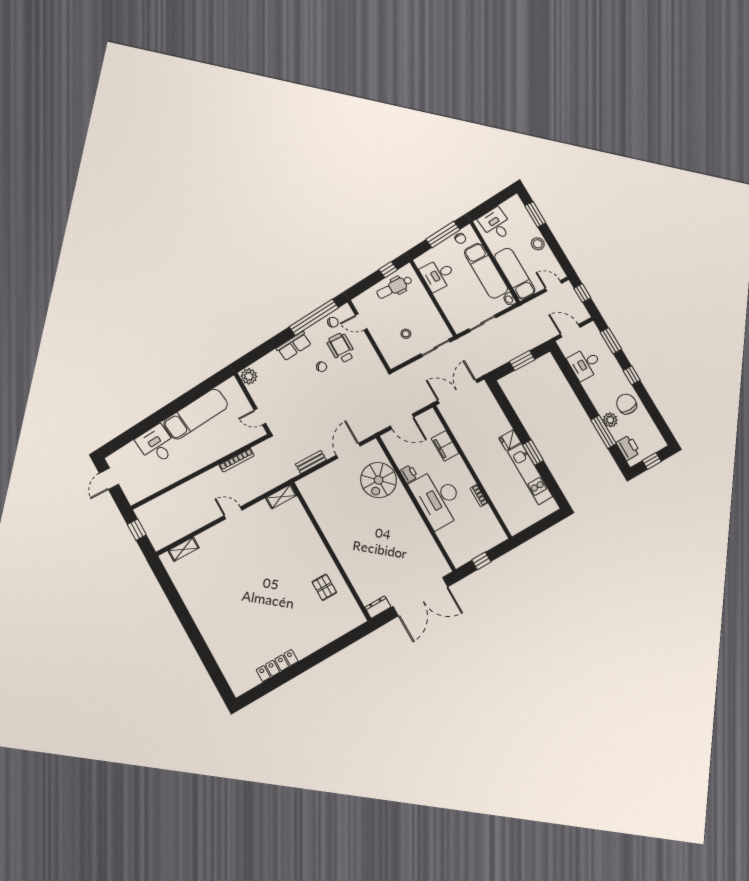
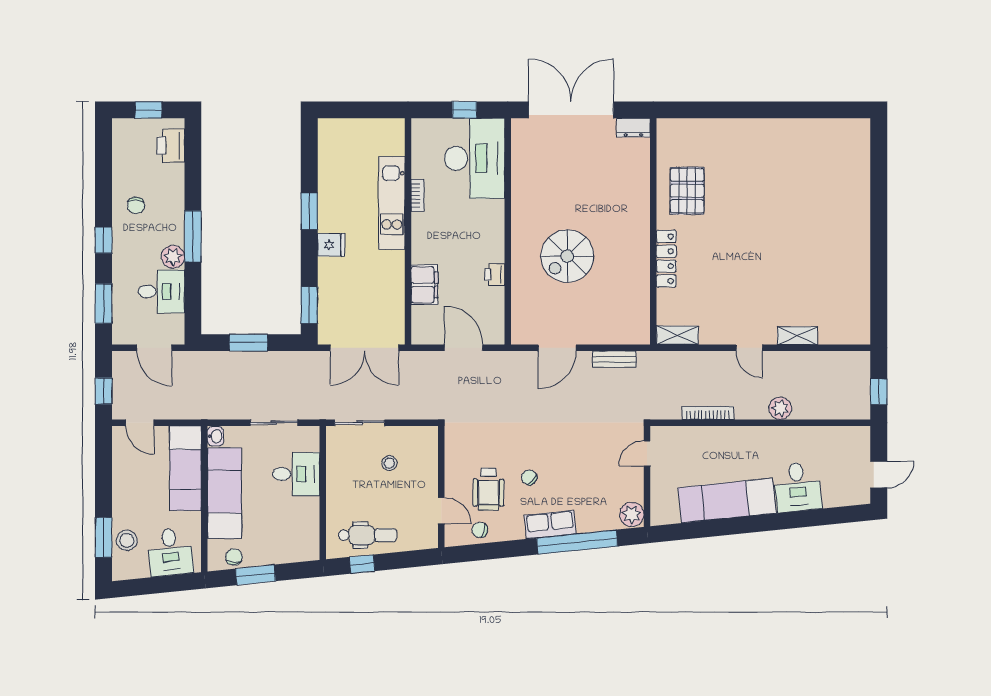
window: (443, 234) -> (256, 575), width x0.69
stool: (538, 244) -> (127, 540), moved
desk: (438, 275) -> (296, 474), moved
window: (314, 317) -> (577, 542), moved
window: (502, 399) -> (309, 305), added
chair: (627, 404) -> (136, 205), width x0.54, depth x0.54
door: (260, 417) -> (647, 454), swing flipped
plant: (610, 420) -> (173, 257), moved
window: (603, 432) -> (193, 236), moved
kitchen unit: (530, 474) -> (392, 203), moved, turned 180
spiral stairs: (379, 480) -> (567, 256), moved, turned 180
plant: (194, 486) -> (780, 408), added
desk: (438, 498) -> (475, 158), moved
shelving: (184, 549) -> (797, 336), moved
pallet: (324, 587) -> (687, 191), width x1.50, depth x1.42
locker: (277, 666) -> (666, 259), moved, turned -90

